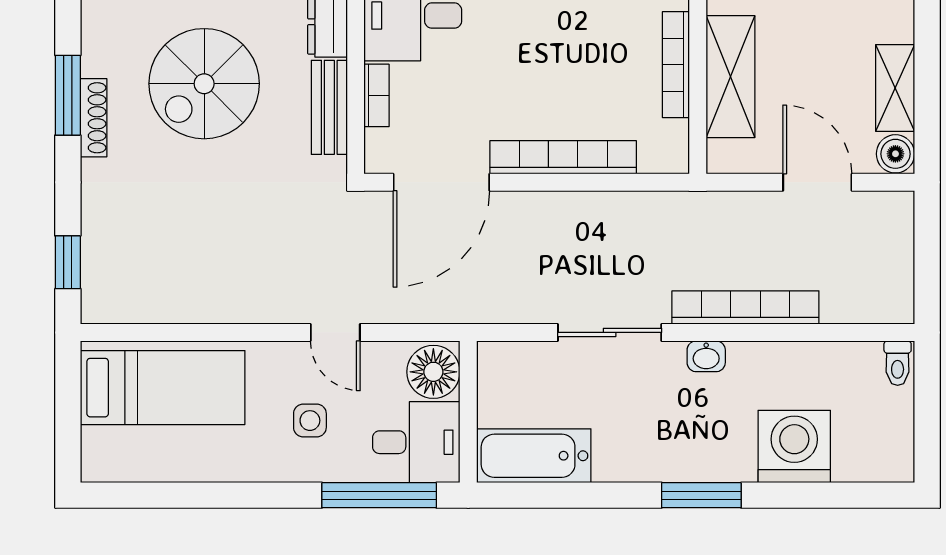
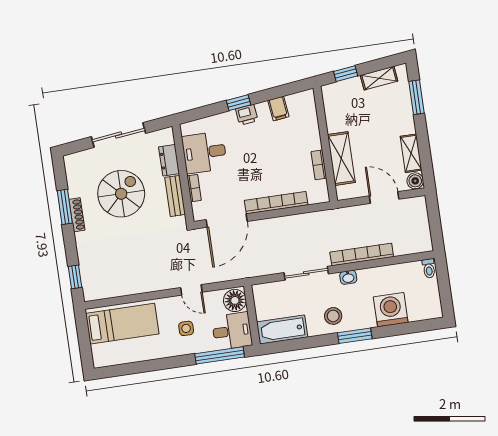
bookcase: (676, 65) -> (319, 165), width x0.64
spiral stairs: (204, 84) -> (121, 194), turned 180
stool: (658, 442) -> (333, 316), added

